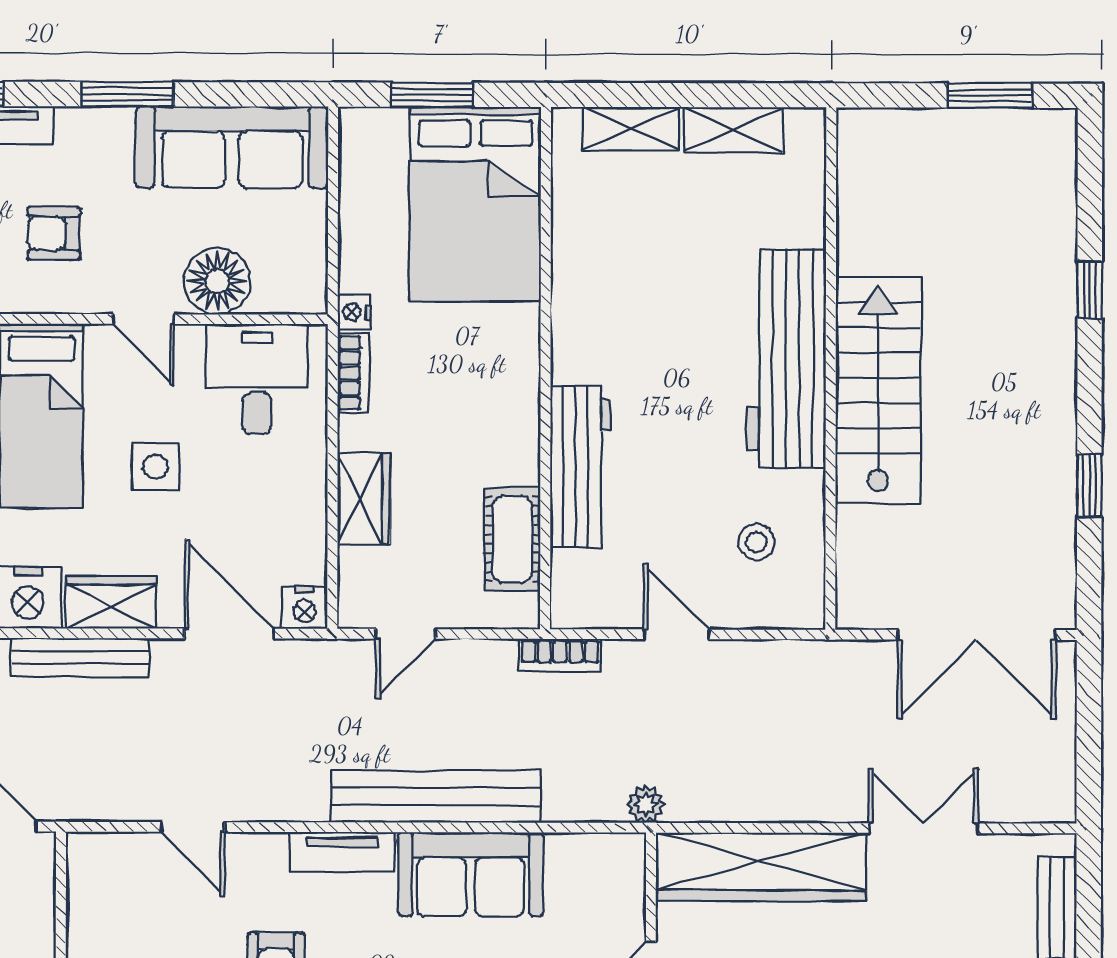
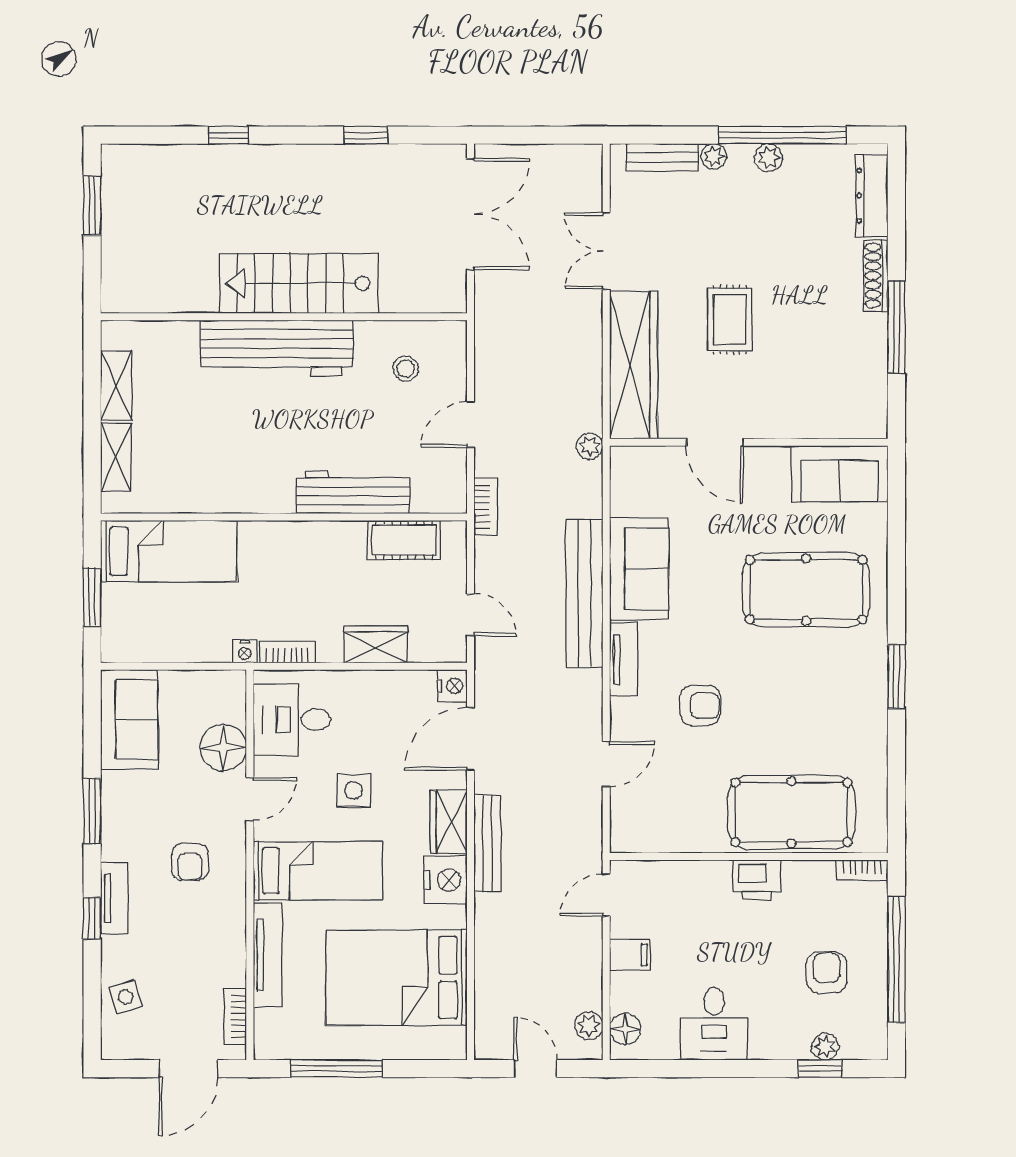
sofa: (232, 147) -> (129, 719), width x0.73
bed: (475, 204) -> (169, 551), width x0.67

